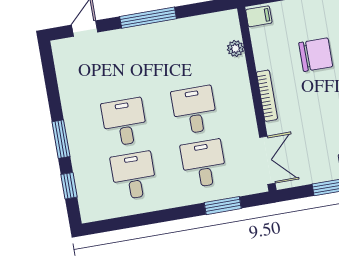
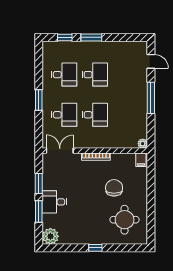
plant: (235, 48) -> (143, 144), moved
chair: (316, 55) -> (114, 188), turned 180
double door: (267, 160) -> (60, 151), swing flipped
window: (223, 206) -> (39, 100), moved

